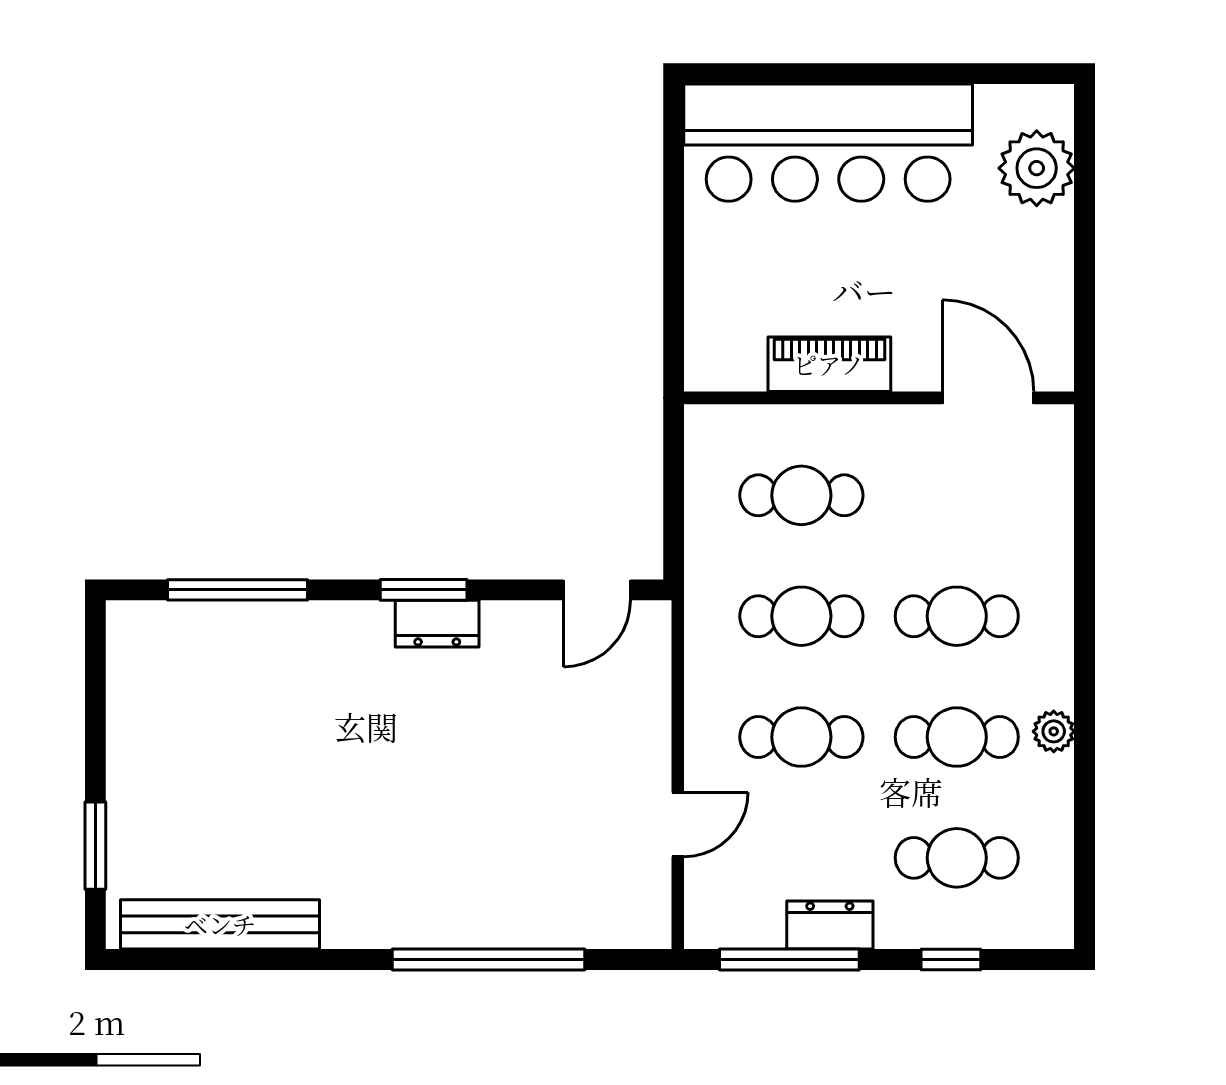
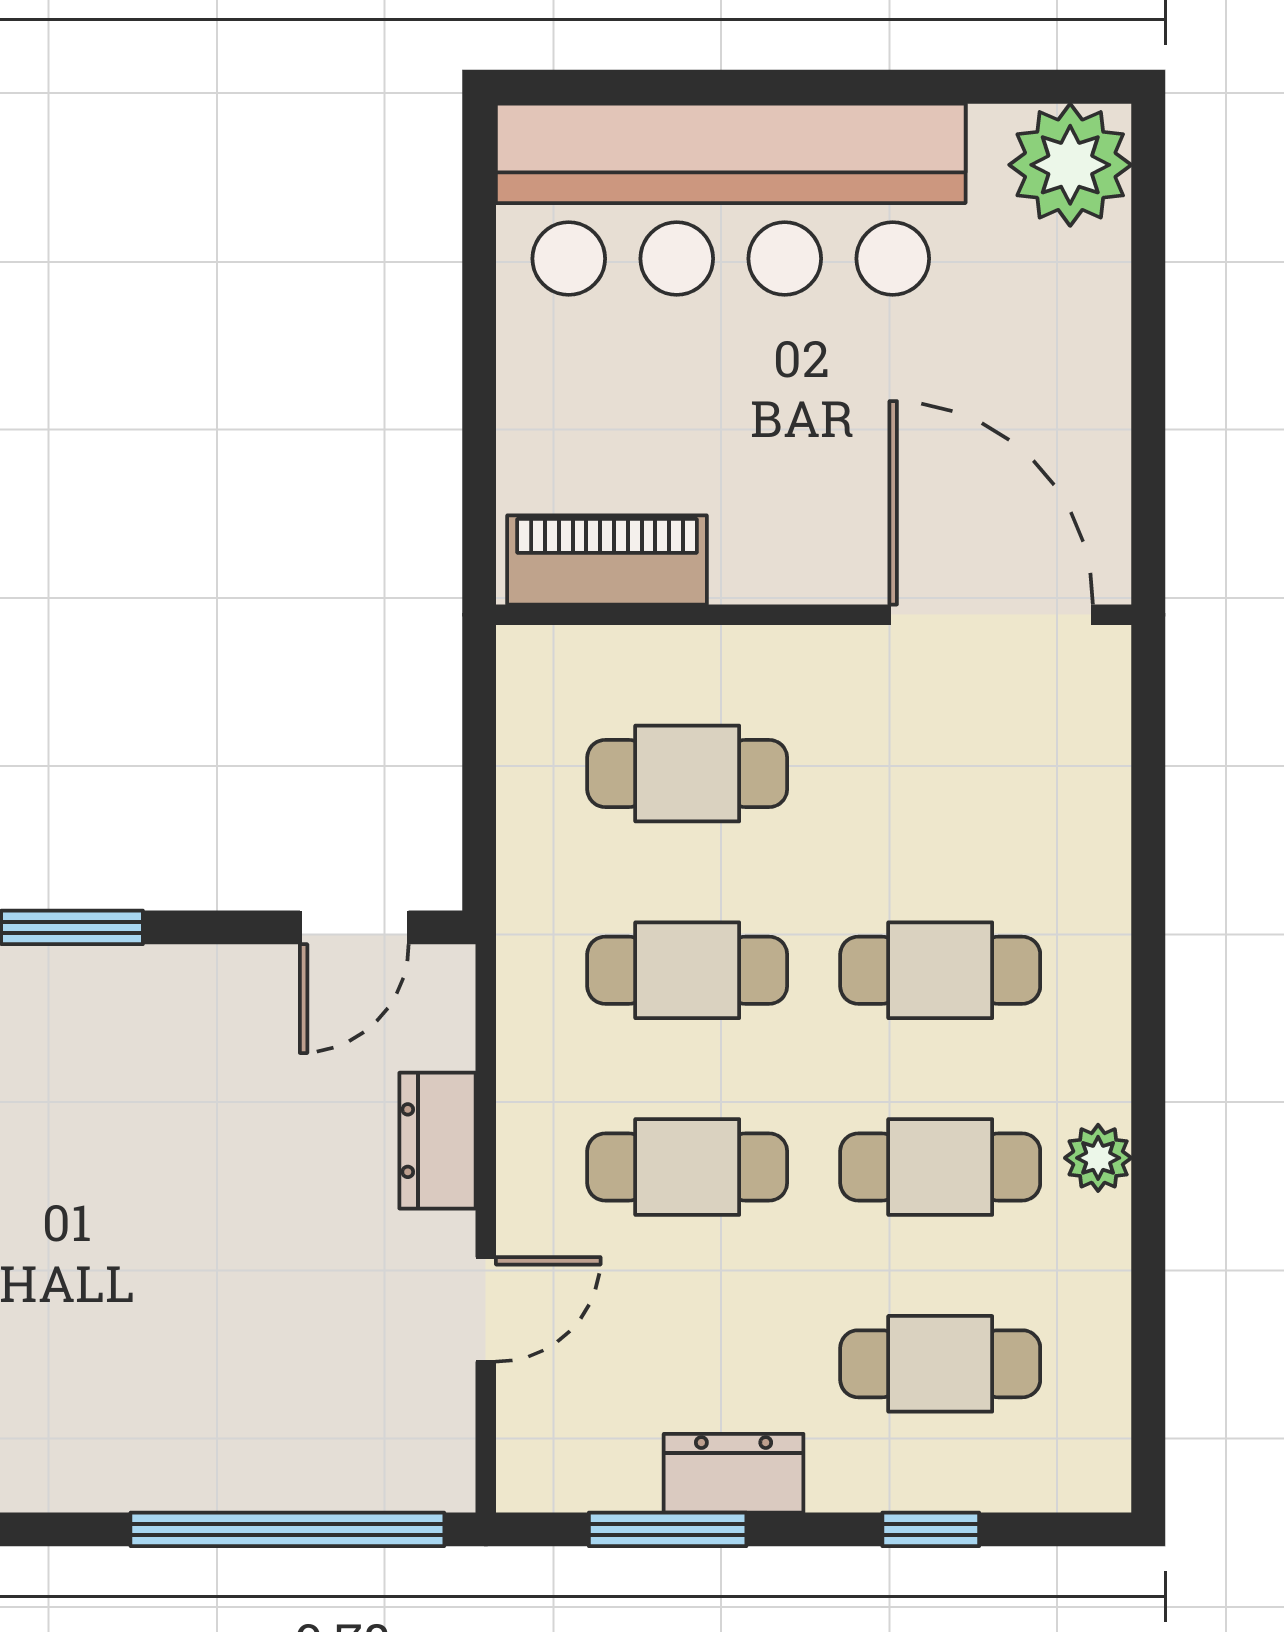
plant: (1037, 168) -> (1070, 165), moved
piano: (829, 364) -> (607, 560), moved
door: (988, 398) -> (991, 615), width x1.36
dresser: (437, 624) -> (438, 1141), moved, turned 90
window: (489, 959) -> (287, 1529), moved
window: (789, 959) -> (668, 1529), width x0.69

